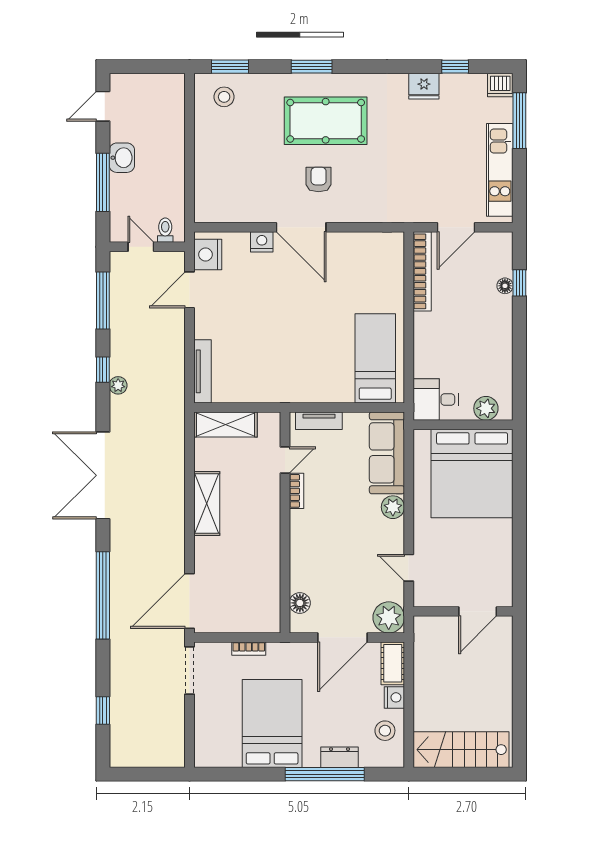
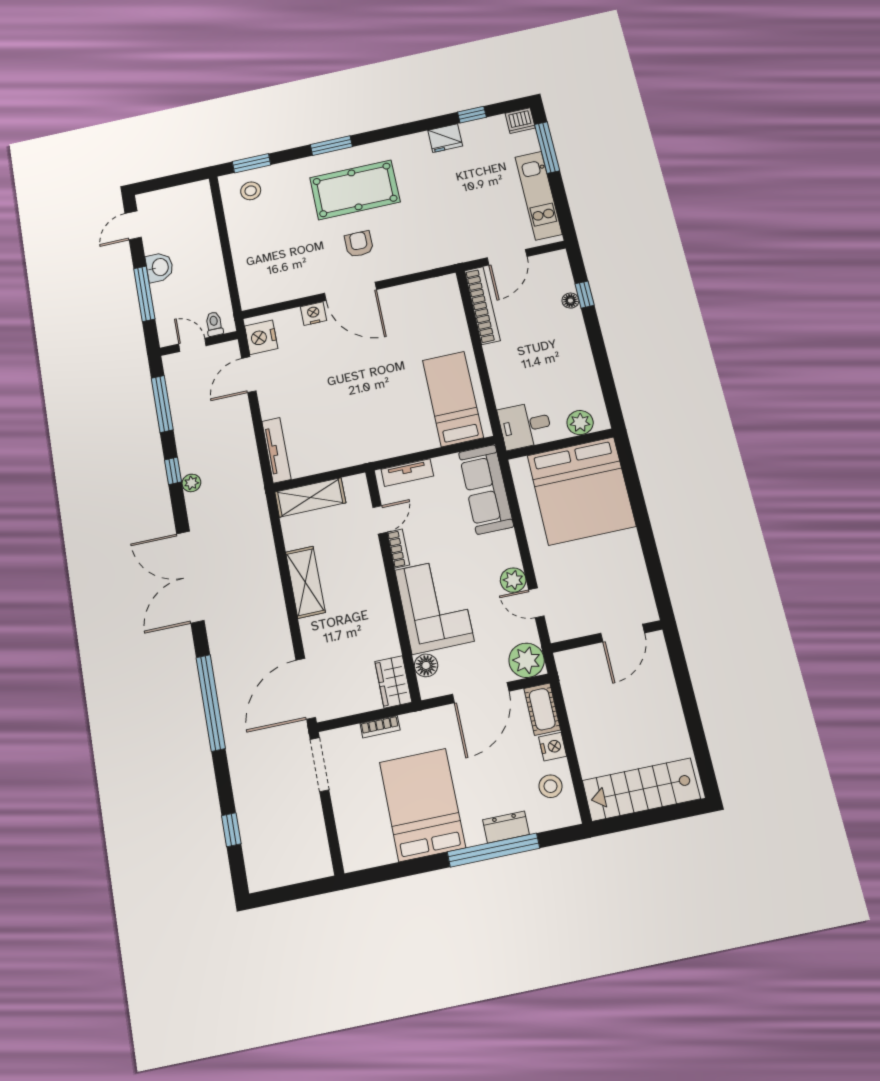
plant: (393, 507) -> (513, 580), moved
corner sofa: (318, 551) -> (434, 606), added
wardrobe: (268, 611) -> (393, 682), added

